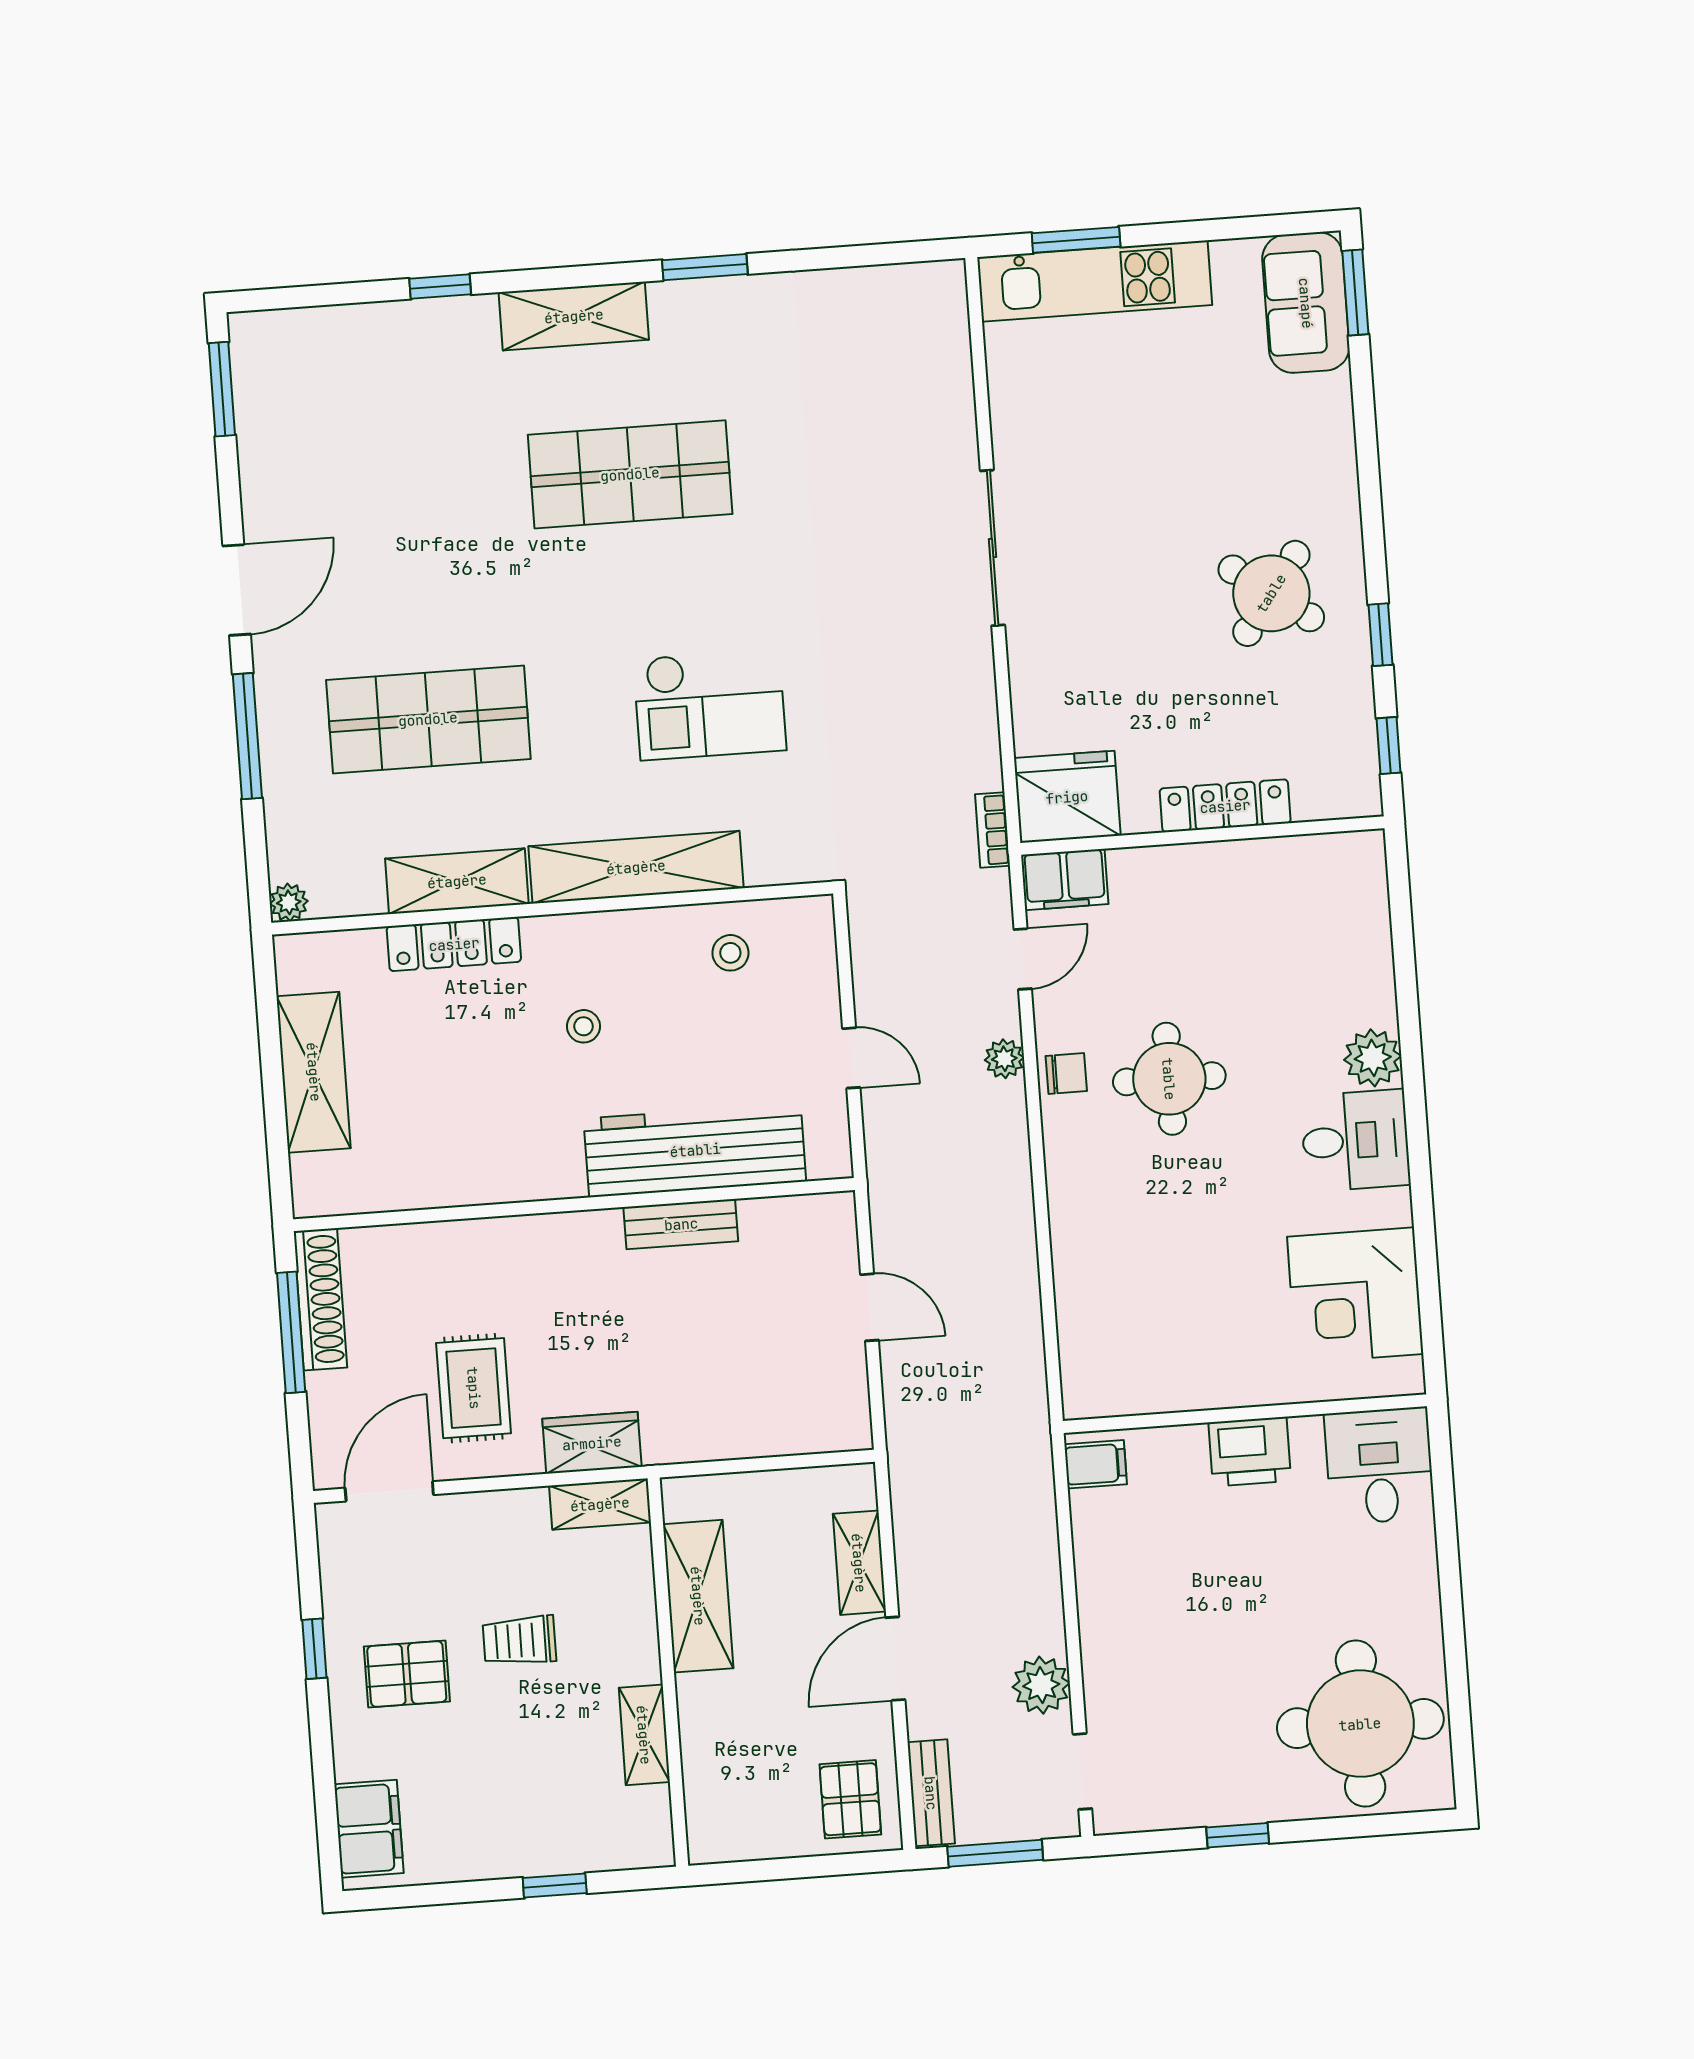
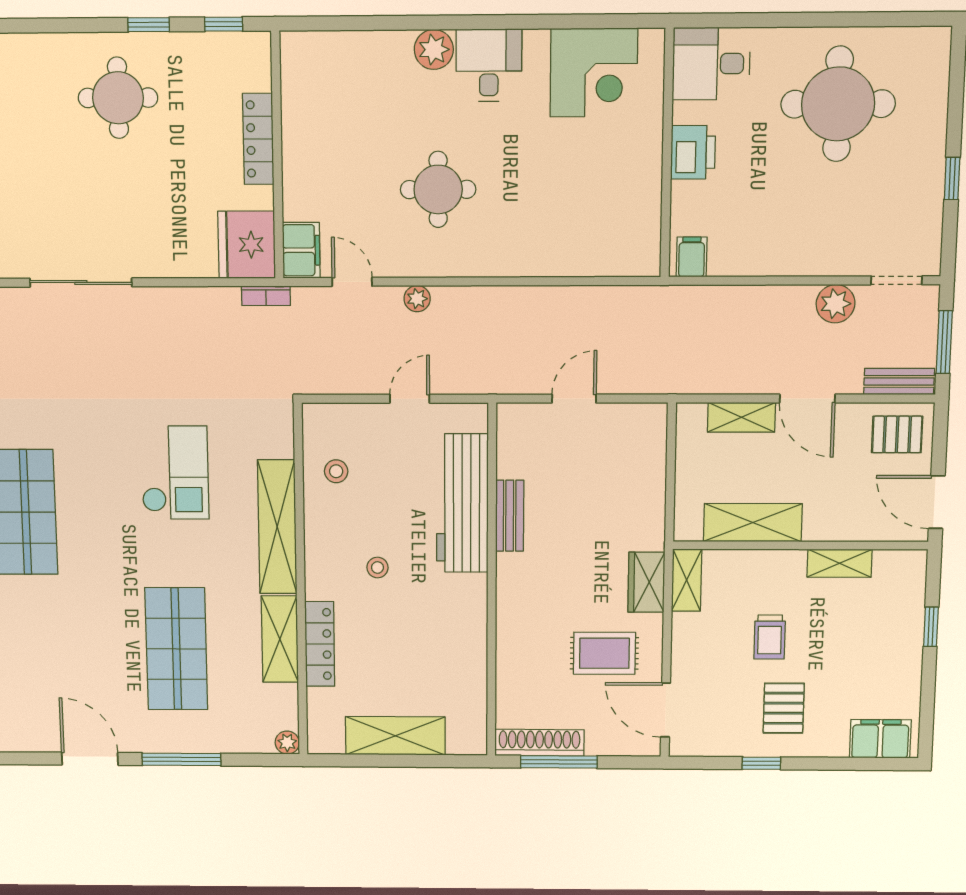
round table: (1271, 593) -> (118, 98), turned -36
chair: (1066, 1073) -> (430, 258), removed
round table: (1360, 1724) -> (838, 104), moved
door: (751, 1871) -> (937, 502), added

